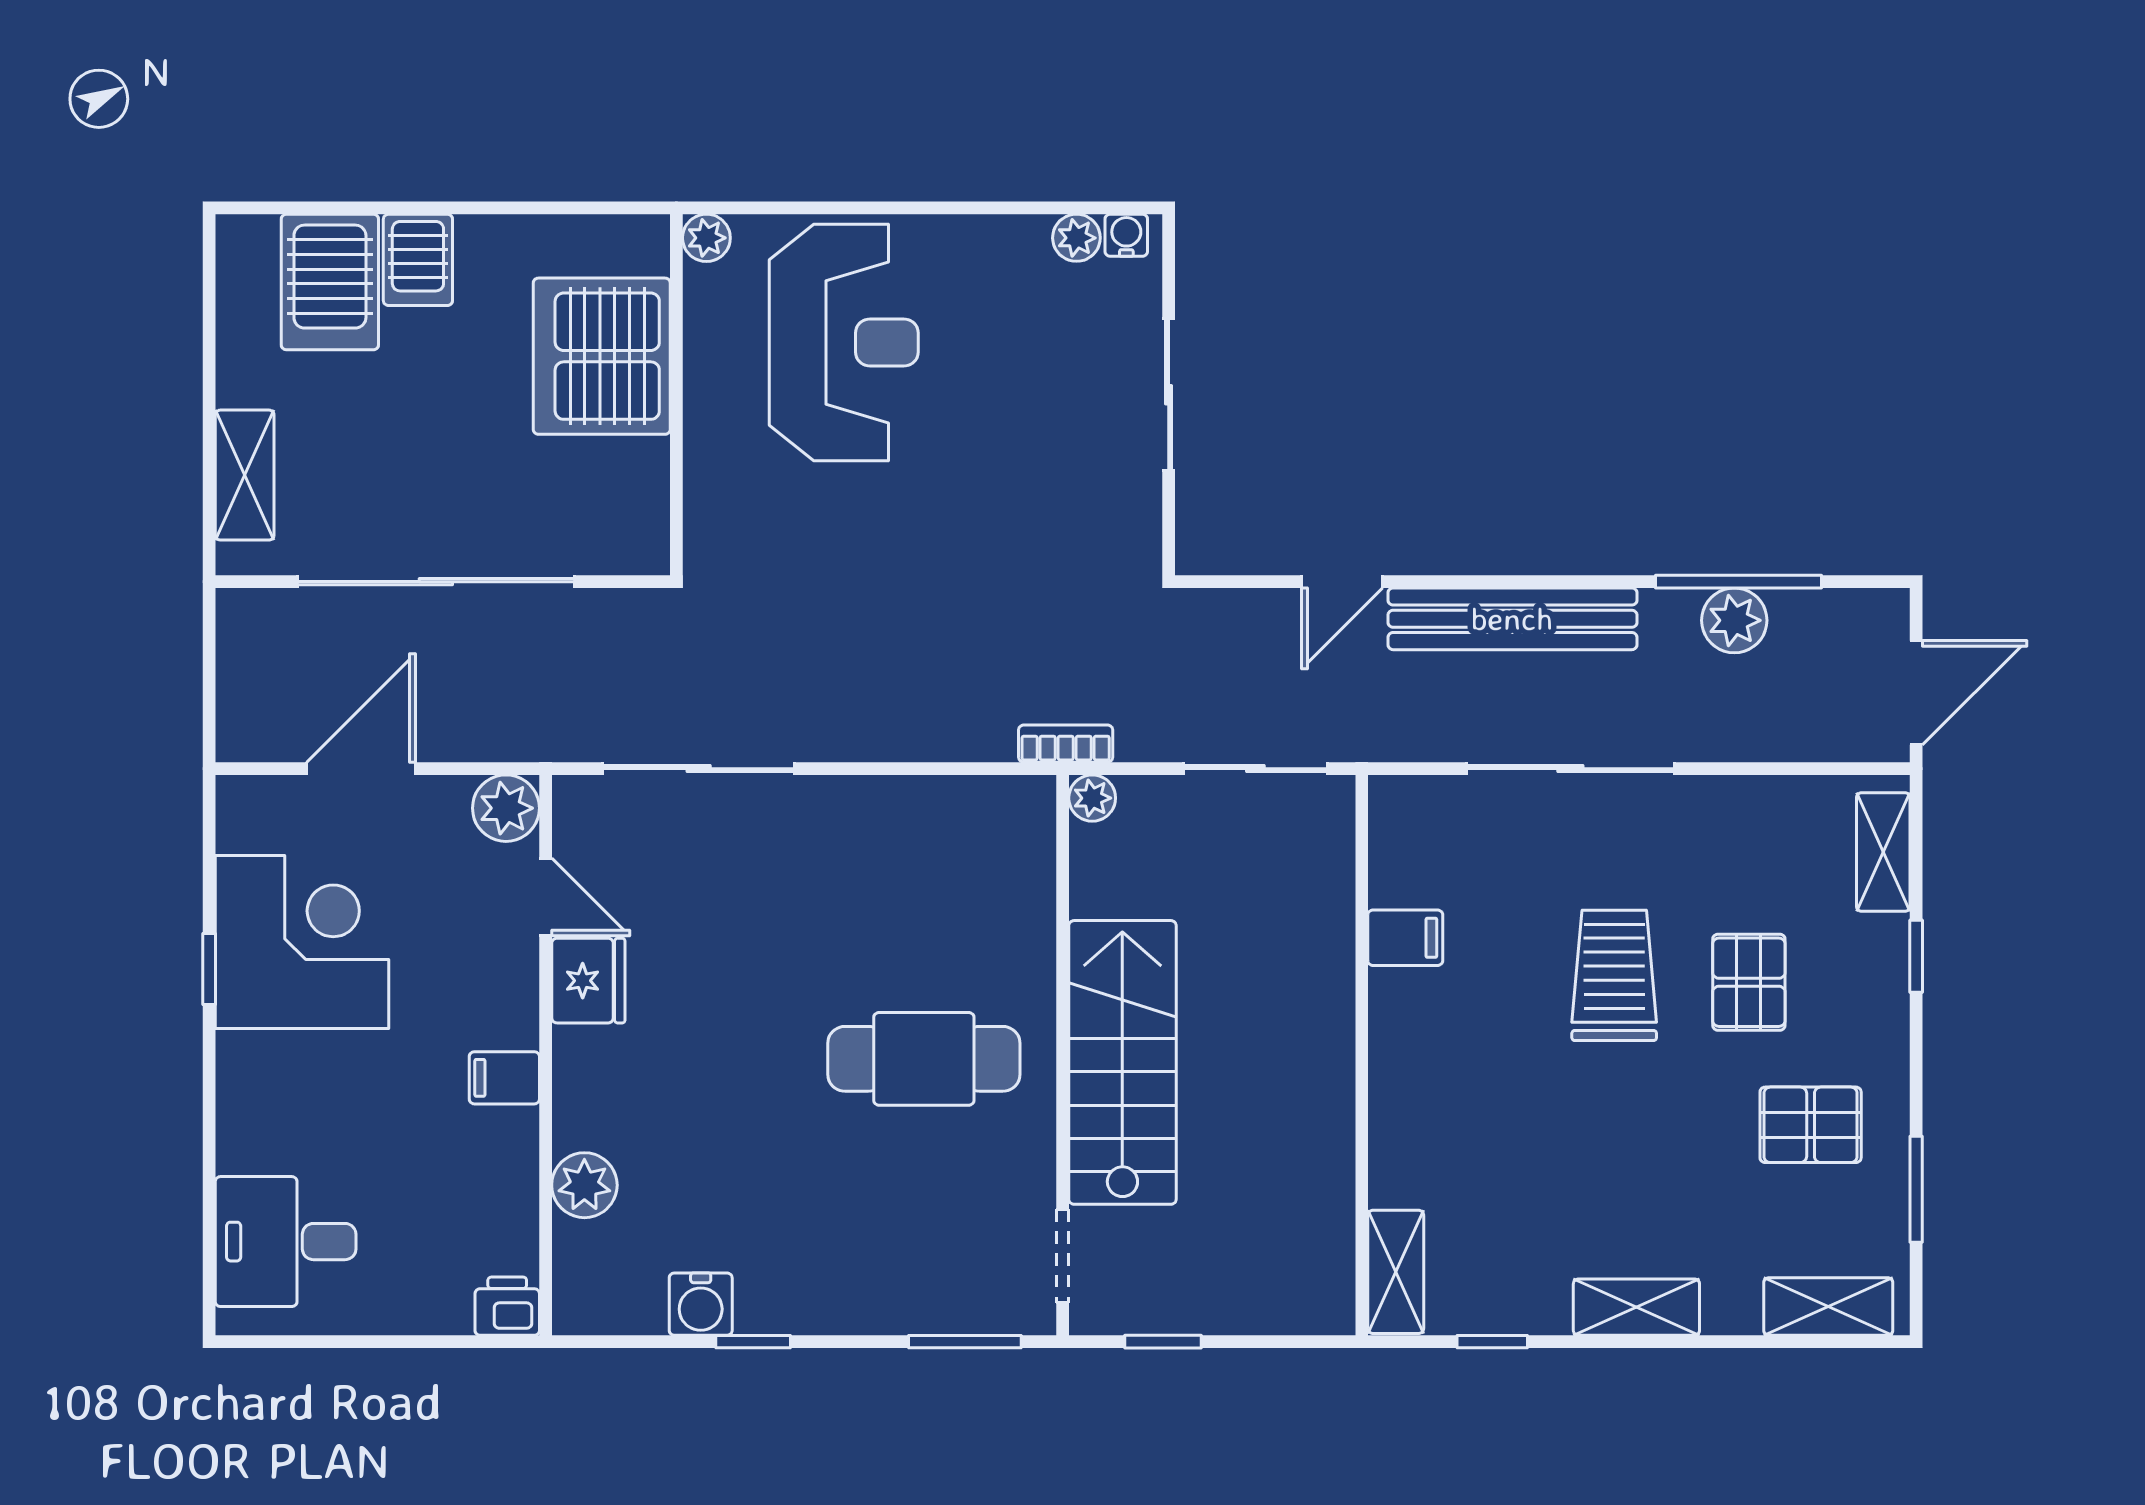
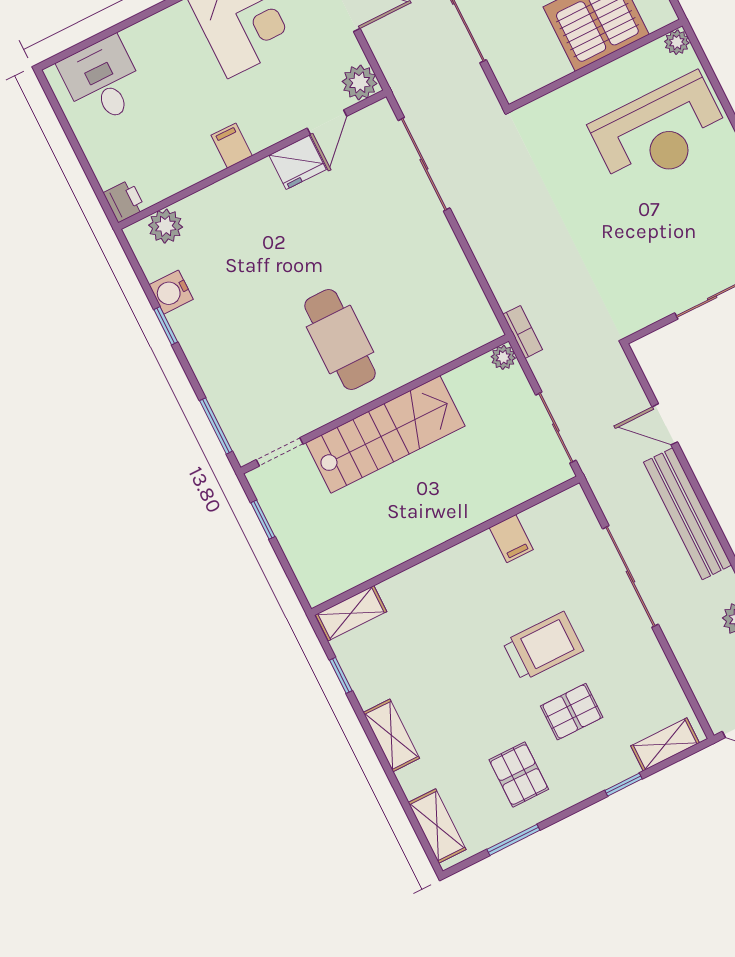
plant: (584, 1185) -> (166, 226), moved

